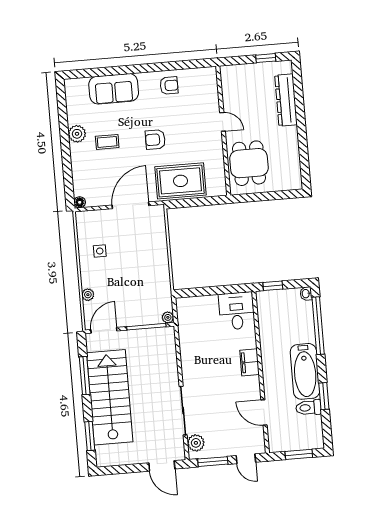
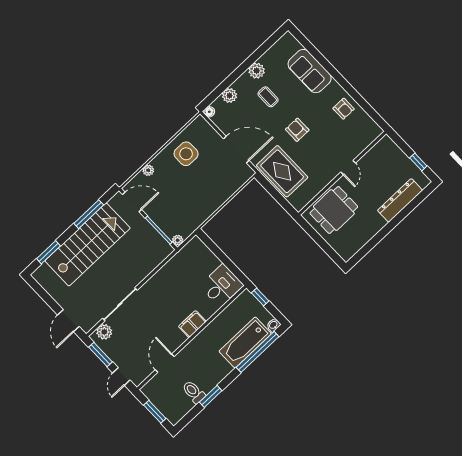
plant: (80, 174) -> (230, 95), added
side table: (100, 251) -> (186, 154), width x1.87, depth x1.87
bathtub: (305, 371) -> (245, 342), moved

